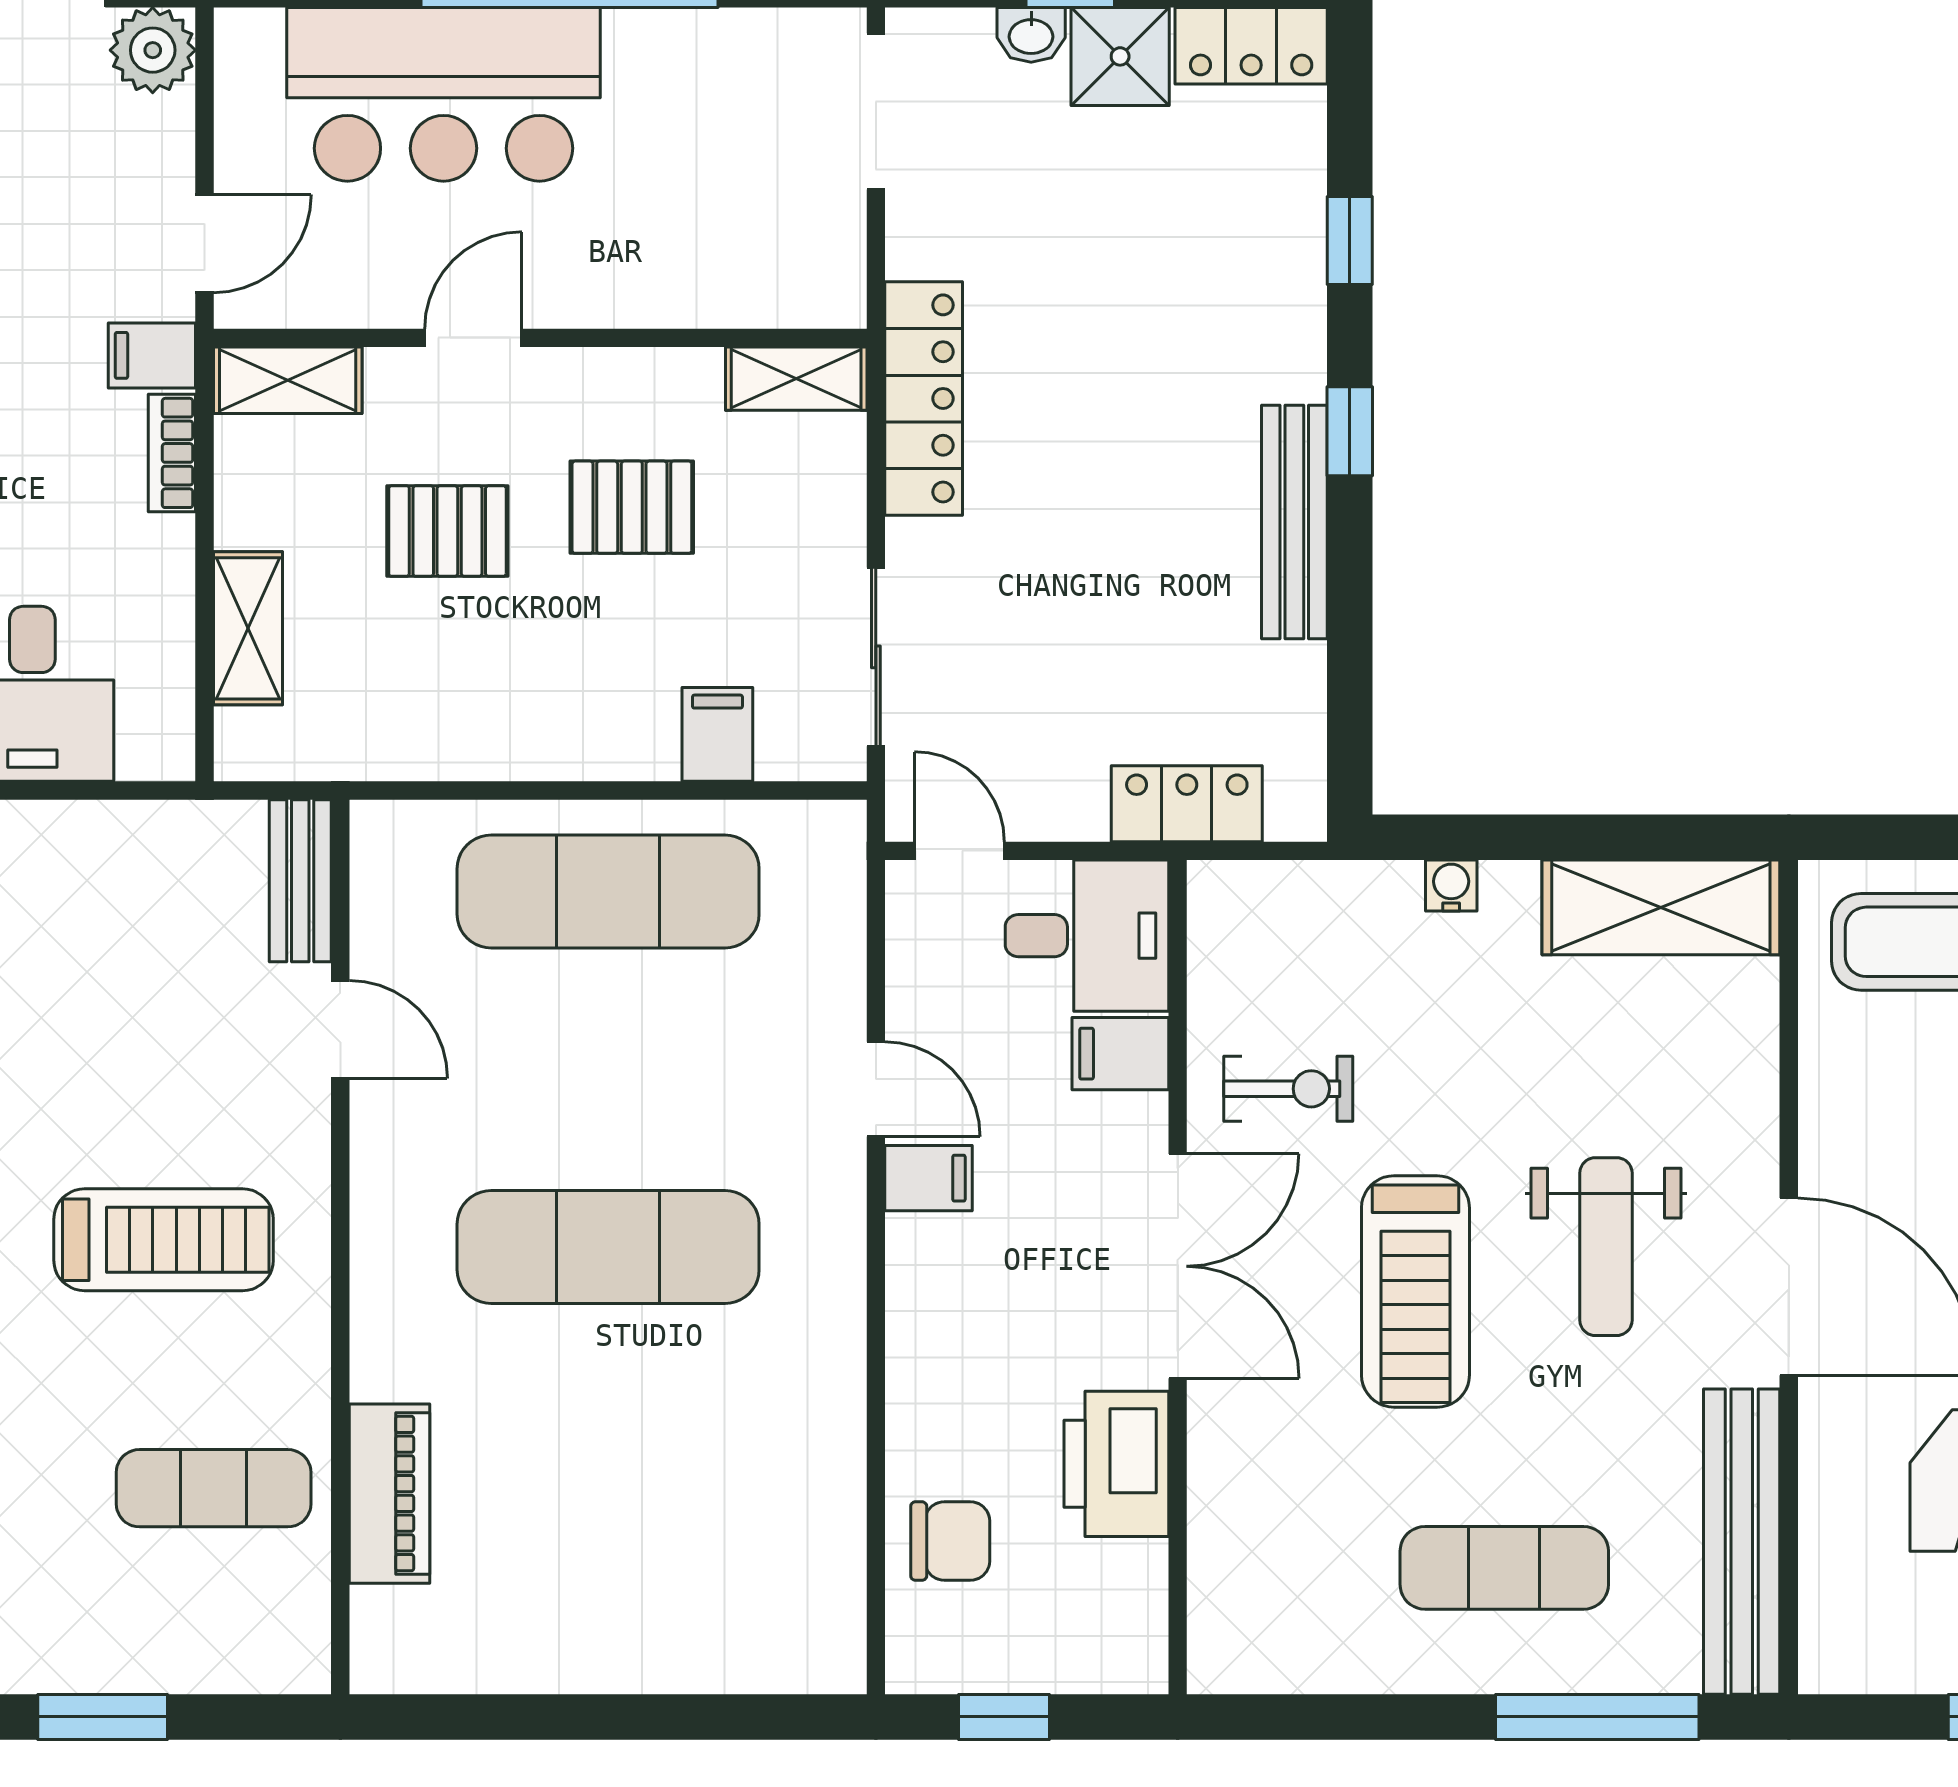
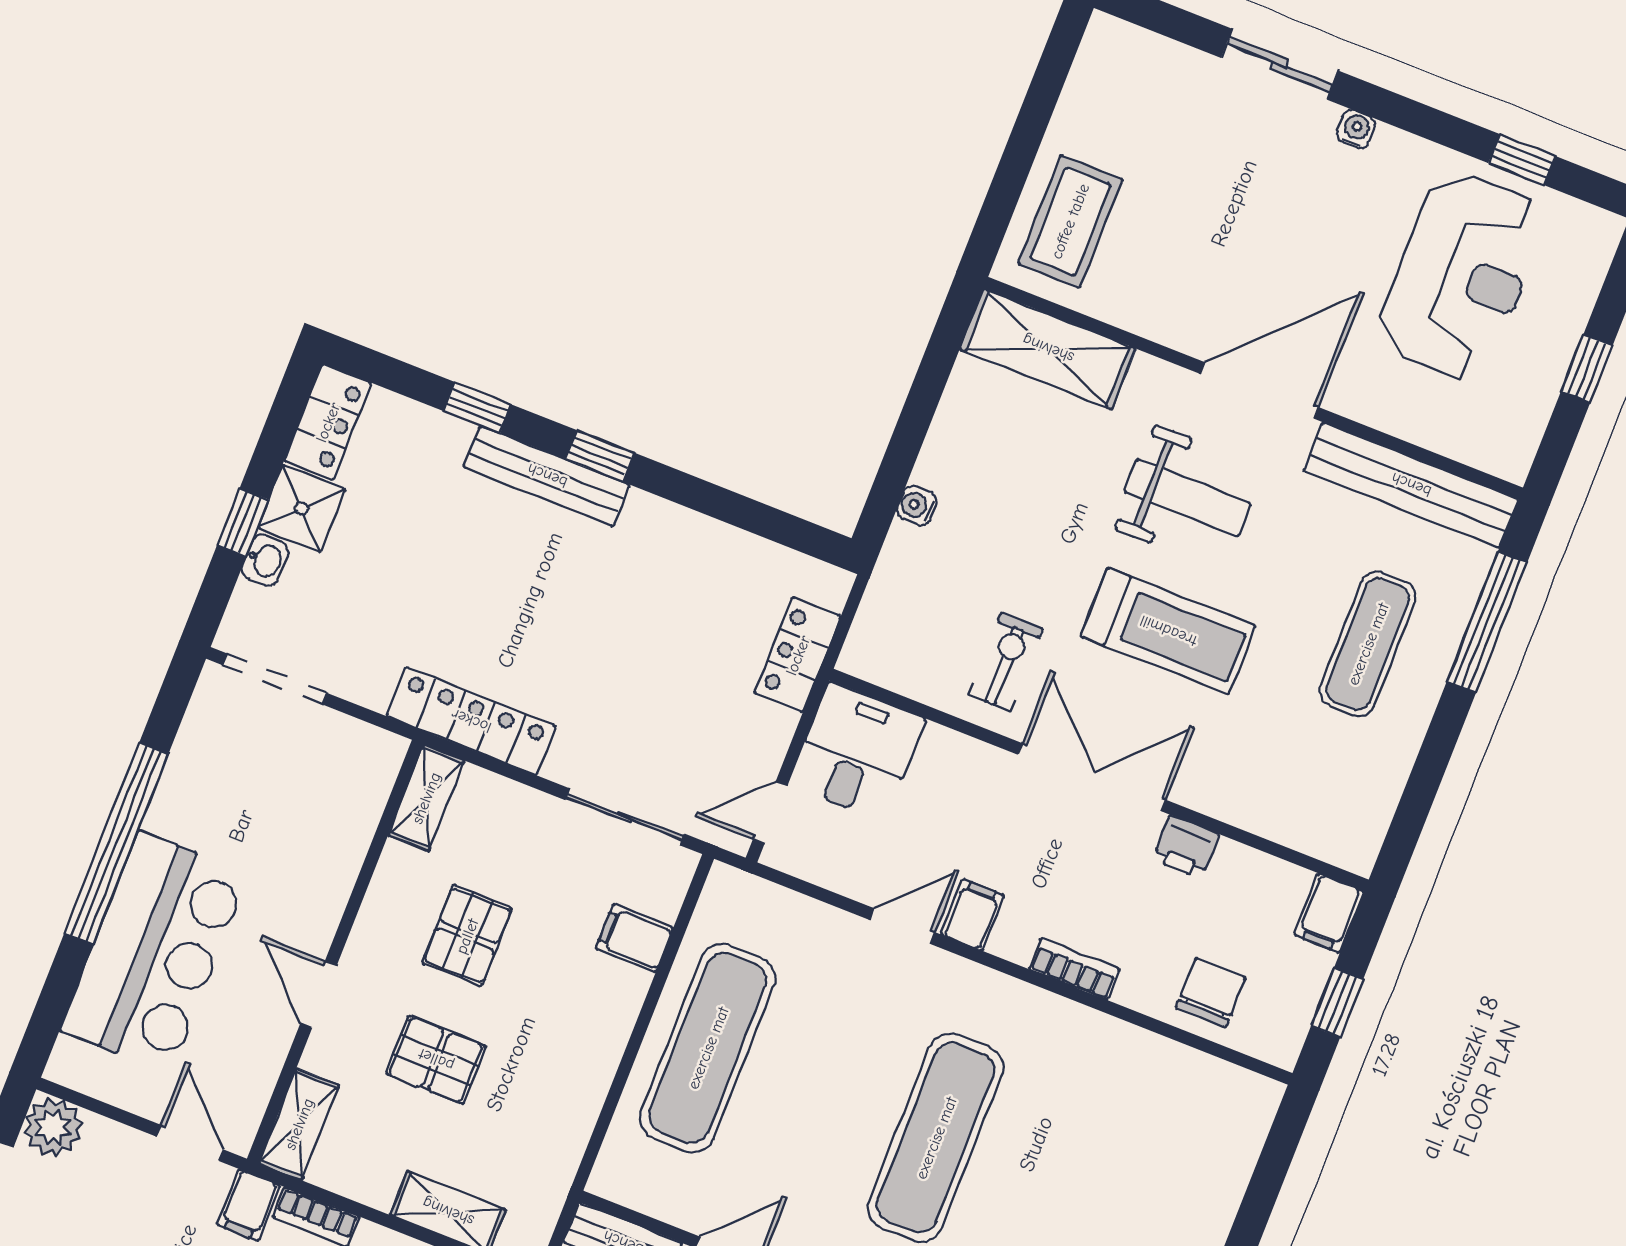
bench: (1294, 522) -> (547, 476), moved
pallet: (447, 531) -> (436, 1060), turned 90
shelving: (1661, 907) -> (1048, 349), moved, turned 90
filing cabinet: (1120, 1054) -> (1329, 913), moved
bookcase: (910, 1344) -> (1074, 969), added
printer: (1116, 1464) -> (1186, 847), width x0.53, depth x0.68

